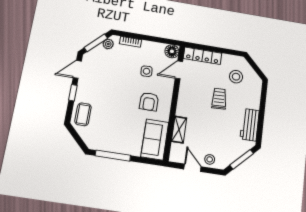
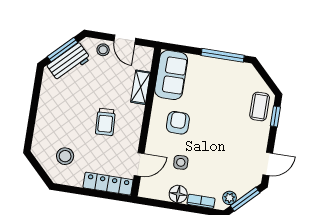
floor lamp: (172, 51) -> (178, 194), moved
window: (73, 93) -> (275, 116), moved
trolley: (219, 99) -> (105, 122), moved
workbench: (250, 125) -> (69, 62), moved, turned 45

